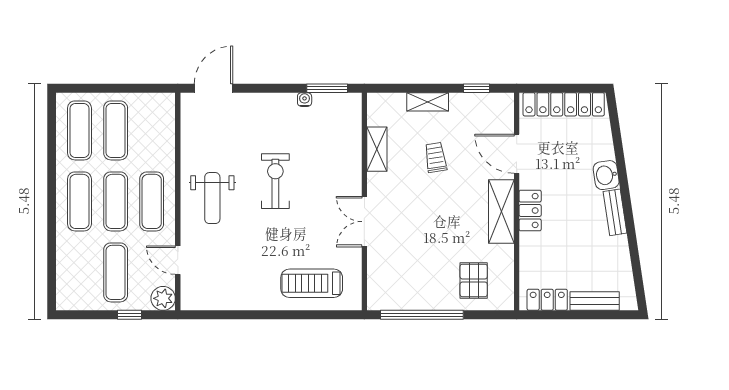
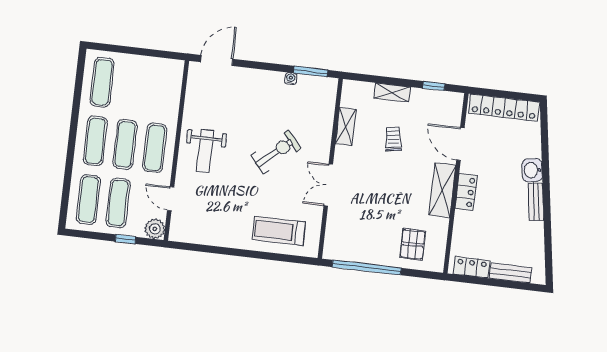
exercise mat: (116, 130) -> (88, 199), moved
exercise bike: (275, 181) -> (276, 152), moved, turned 49

